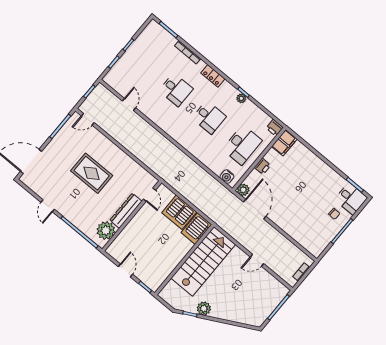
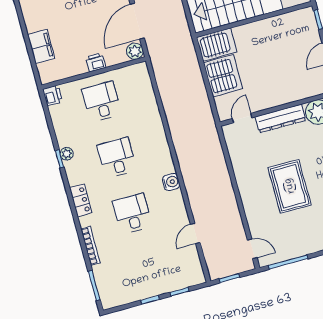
filing cabinet: (284, 143) -> (41, 46), moved, turned 90
desk: (242, 145) -> (102, 102), width x0.73
water cooler: (227, 177) -> (171, 182), moved

